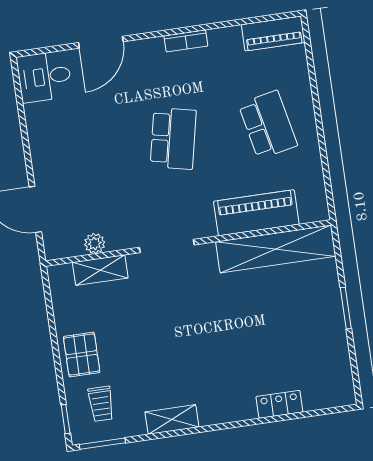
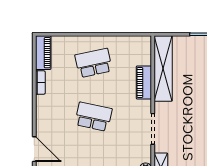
bookcase: (186, 41) -> (40, 82), moved
piano: (256, 213) -> (144, 83), width x0.73, depth x0.75

